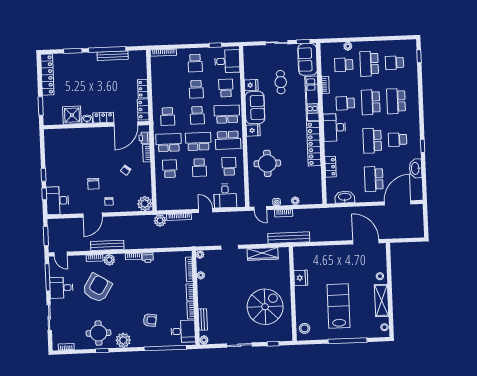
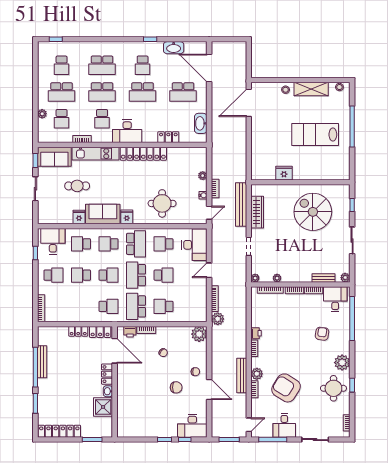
school desk: (196, 89) -> (81, 275), turned 180
school desk: (227, 114) -> (109, 244), width x0.54
desk: (225, 196) -> (194, 245), width x1.37
bench: (289, 238) -> (241, 205), moved
stool: (305, 328) -> (337, 171), removed

